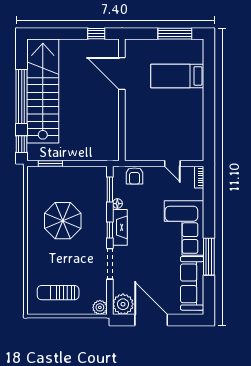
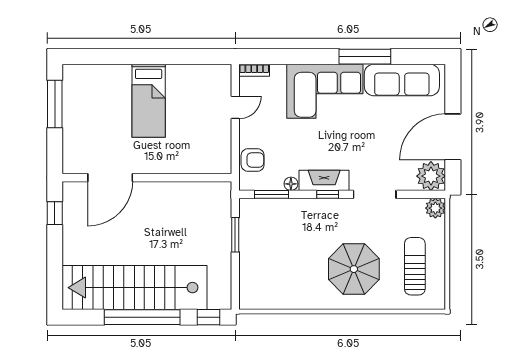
bed: (177, 76) -> (149, 101), moved
window: (50, 163) -> (235, 235), moved
parasol: (63, 221) -> (354, 269), moved
sun lounger: (58, 293) -> (415, 266), turned 180

